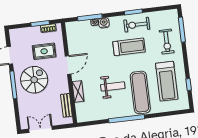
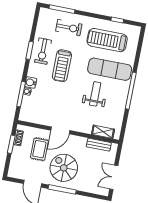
treadmill: (129, 47) -> (62, 66), turned 180
door: (68, 65) -> (60, 130), swing flipped
treadmill: (167, 81) -> (107, 40), turned 180
shelving: (78, 91) -> (103, 132), moved

